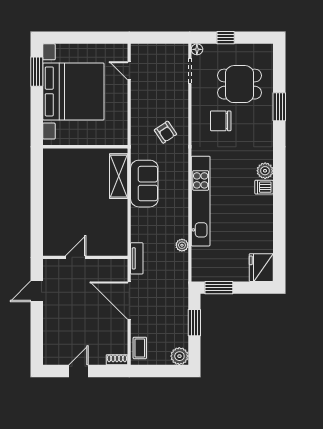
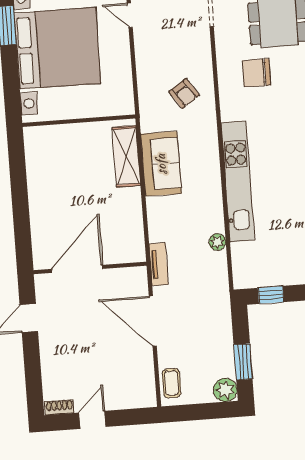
door: (76, 257) -> (77, 269), width x1.88
window: (219, 288) -> (271, 295), width x0.67
window: (194, 323) -> (243, 362), moved
shoe rack: (117, 360) -> (59, 407), moved

